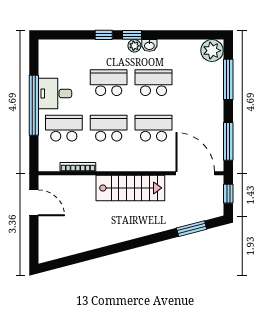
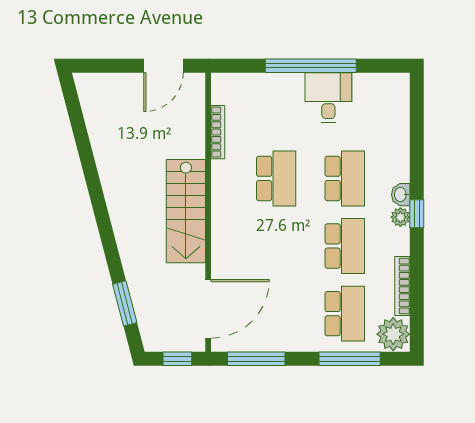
window: (104, 35) -> (417, 171), removed
bookcase: (180, 44) -> (402, 286), added
washbasin: (149, 45) -> (401, 195), moved
school desk: (64, 128) -> (276, 111), removed
school desk: (154, 128) -> (345, 314), moved

